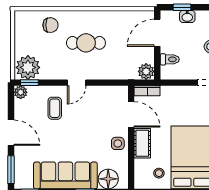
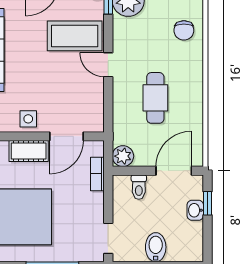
door: (157, 33) -> (174, 171), hinge flipped
cafe table: (86, 43) -> (155, 98), moved
bookcase: (147, 91) -> (97, 174), moved
coffee table: (55, 108) -> (75, 36), width x1.86, depth x1.72

